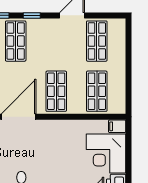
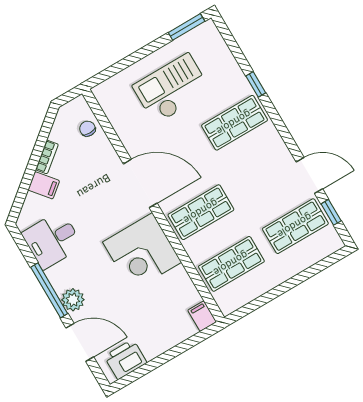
window: (32, 15) -> (331, 212), moved
corner desk: (106, 153) -> (142, 252), moved, turned -90

